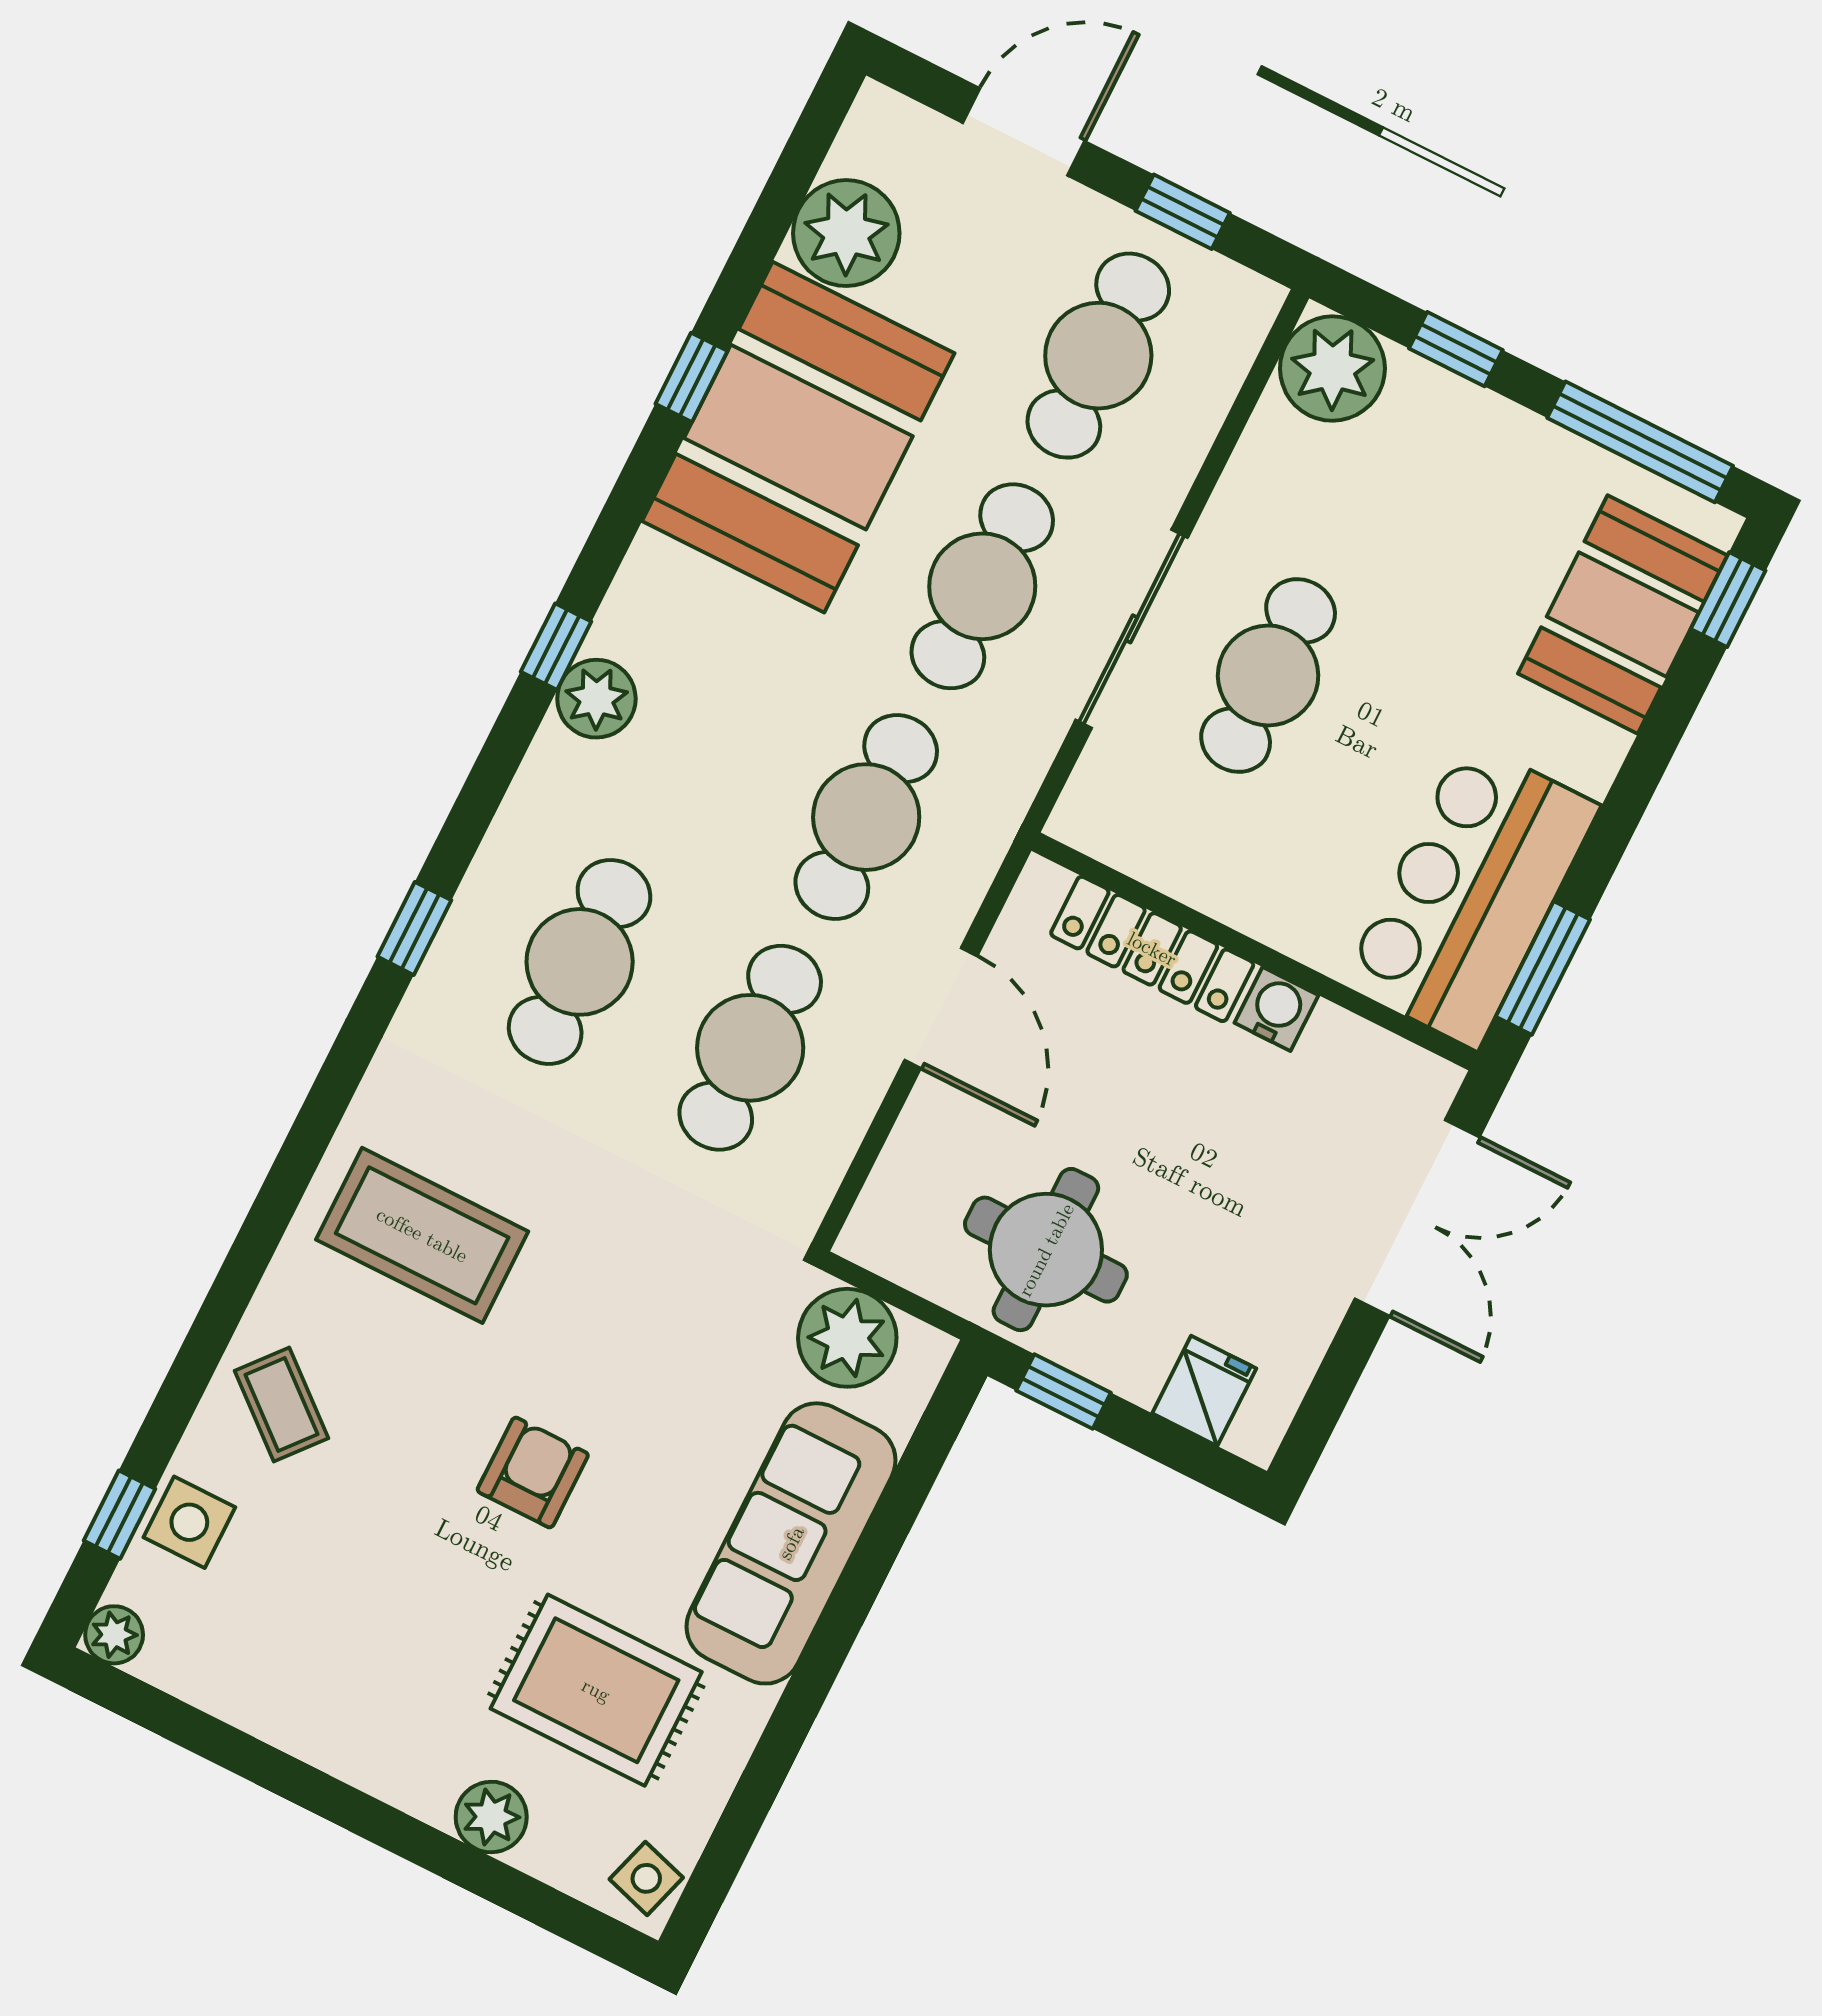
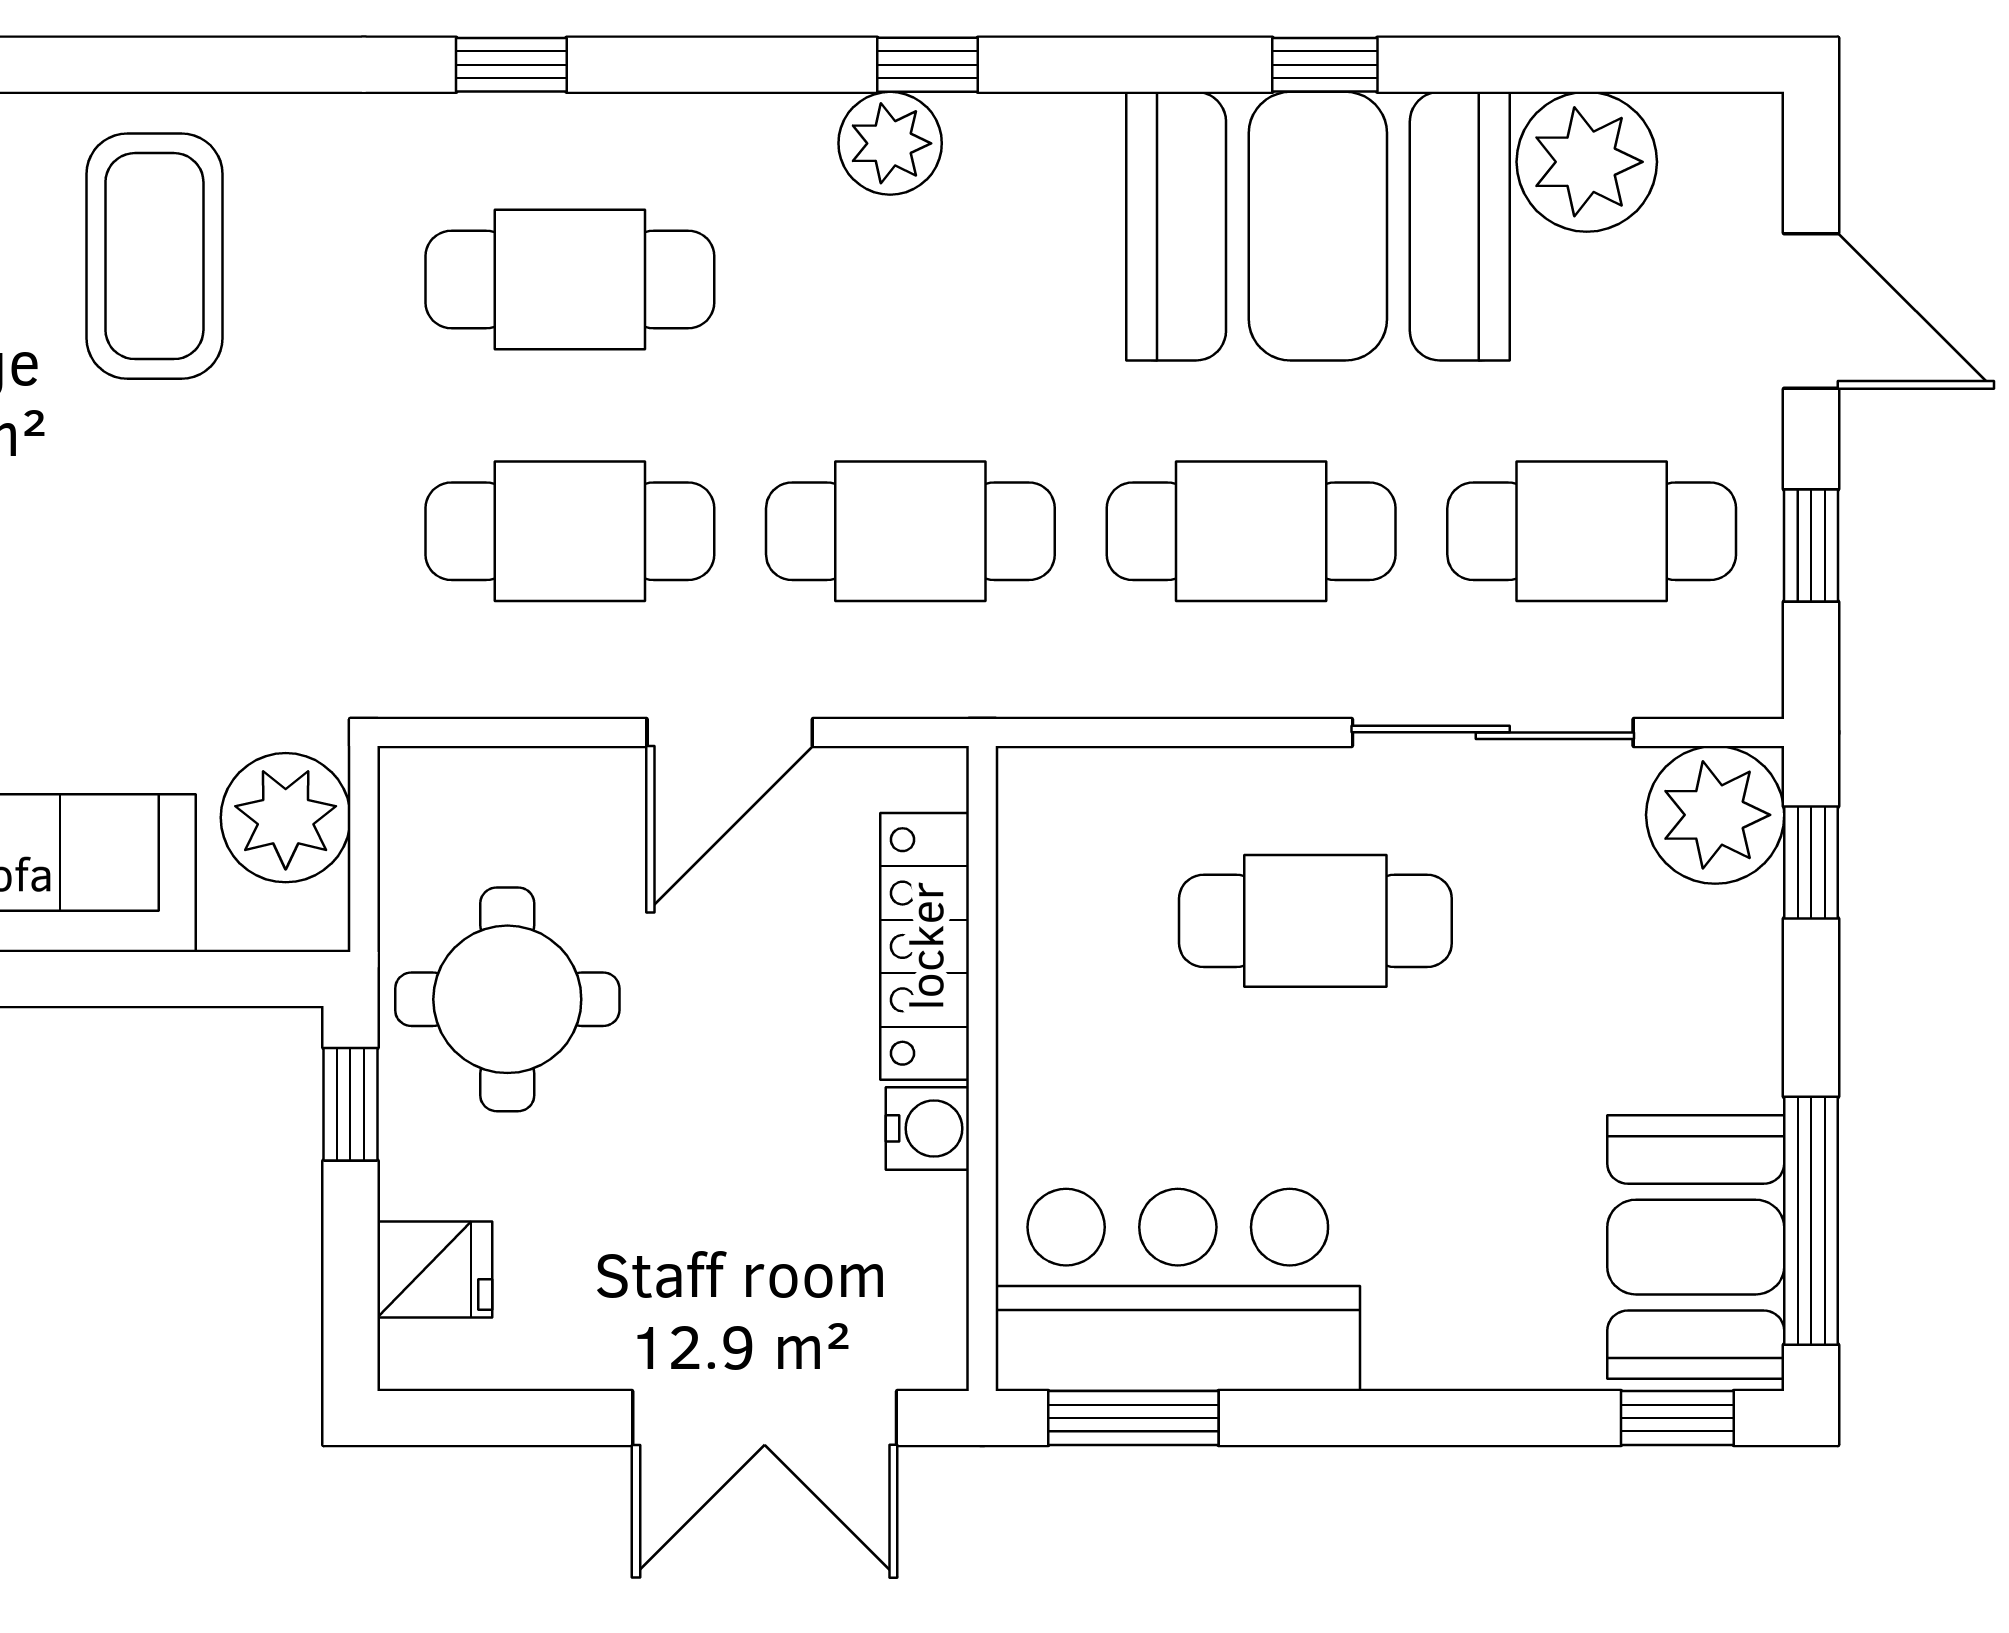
window: (1456, 349) -> (1811, 863), moved
booth: (1623, 614) -> (1696, 1247), moved, turned 90
sliding door: (1132, 629) -> (1493, 732), moved

